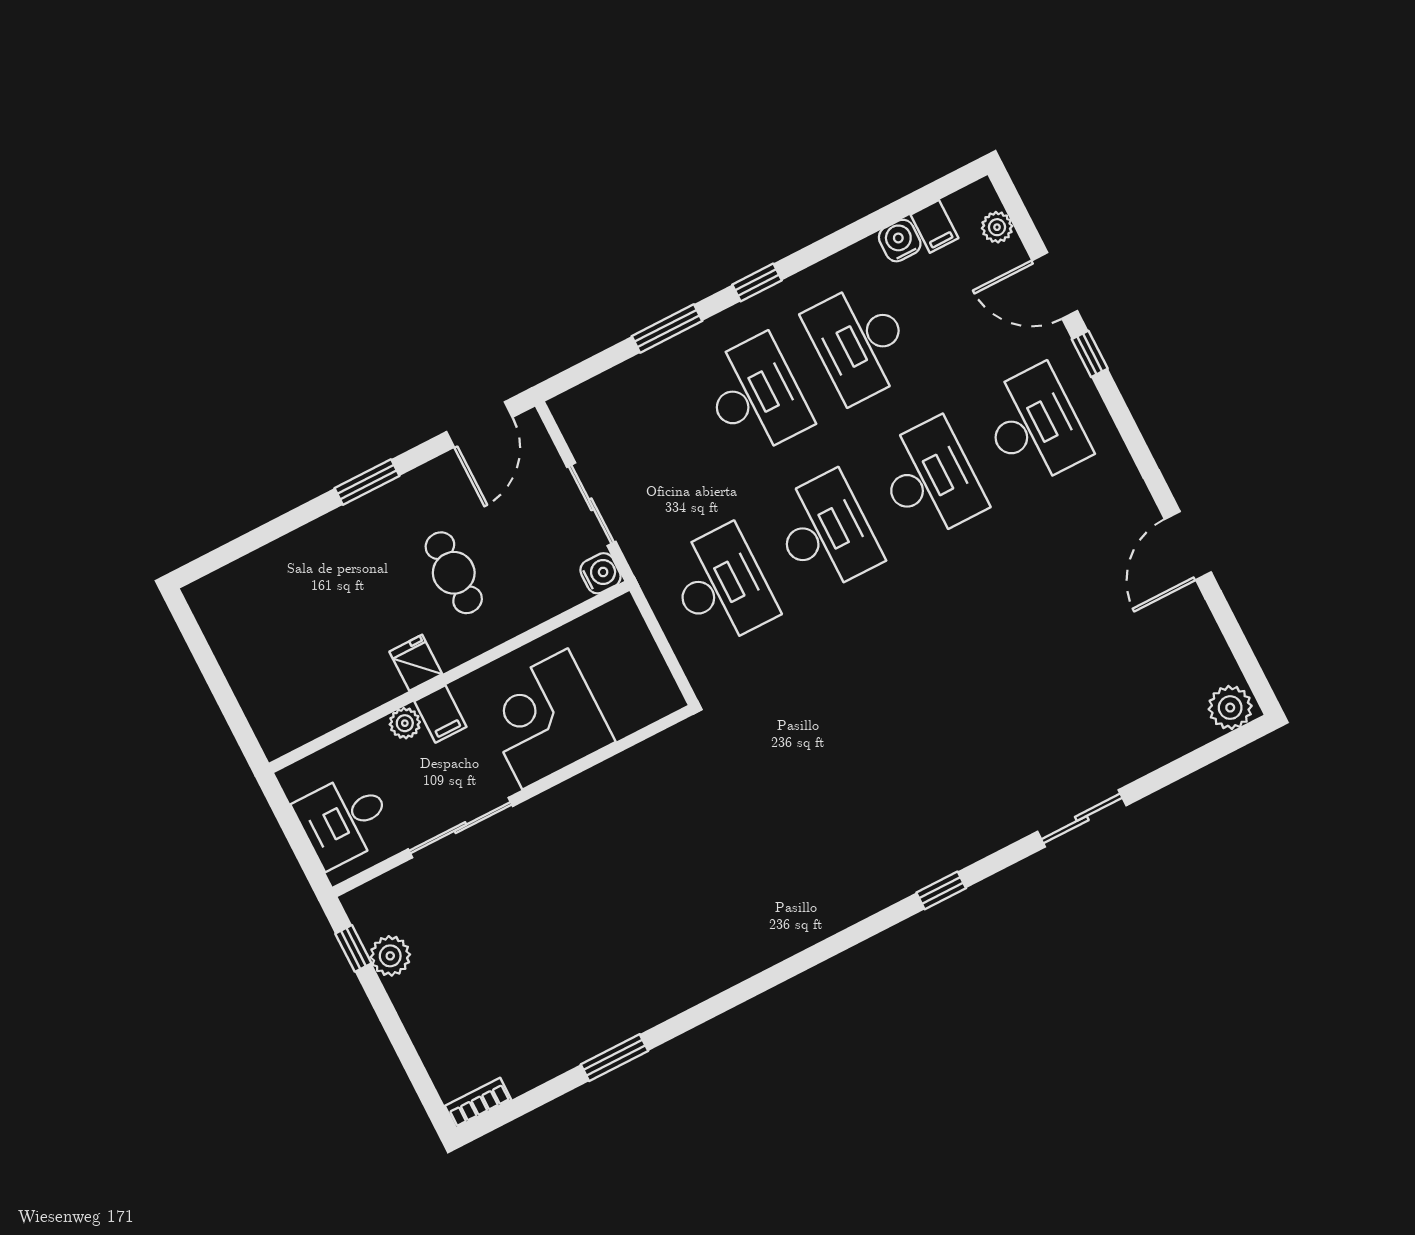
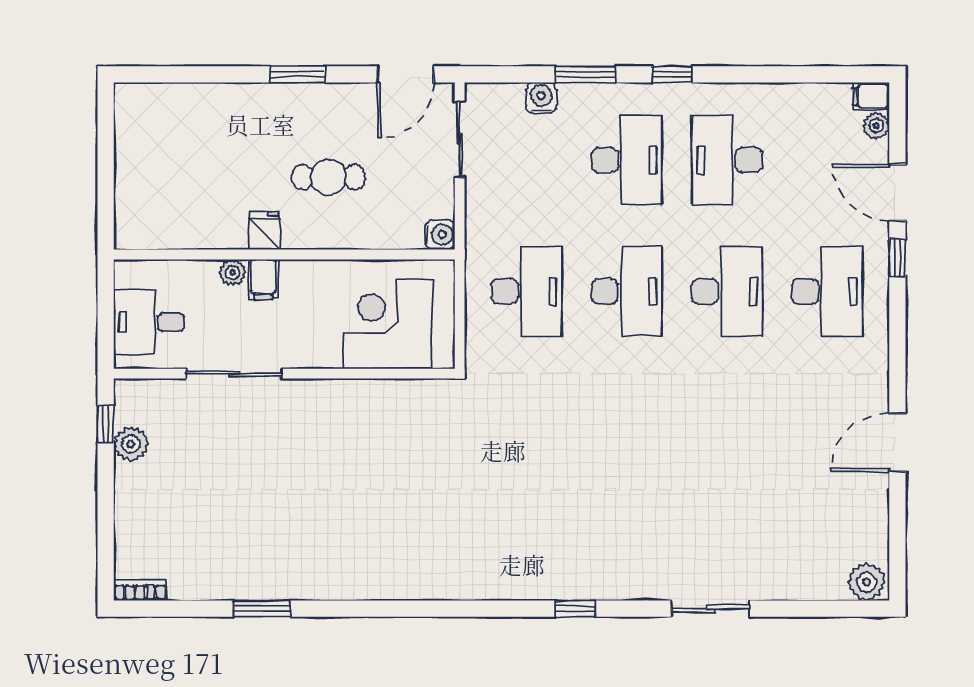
filing cabinet: (934, 226) -> (871, 96), moved, turned 90
water cooler: (900, 241) -> (541, 98), moved
sliding door: (591, 504) -> (460, 140), moved
cafe table: (454, 573) -> (328, 177), turned 90
corner desk: (545, 719) -> (388, 324), moved

